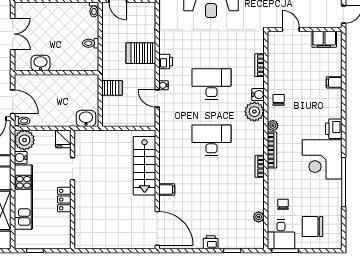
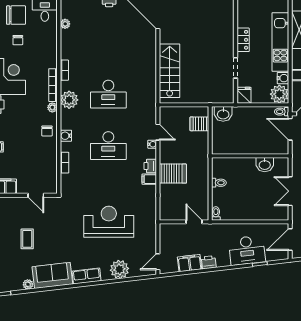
server rack: (112, 88) -> (199, 124), moved
plant: (254, 112) -> (69, 100), moved
filing cabinet: (167, 190) -> (149, 179), moved
chair: (283, 204) -> (18, 40), moved

